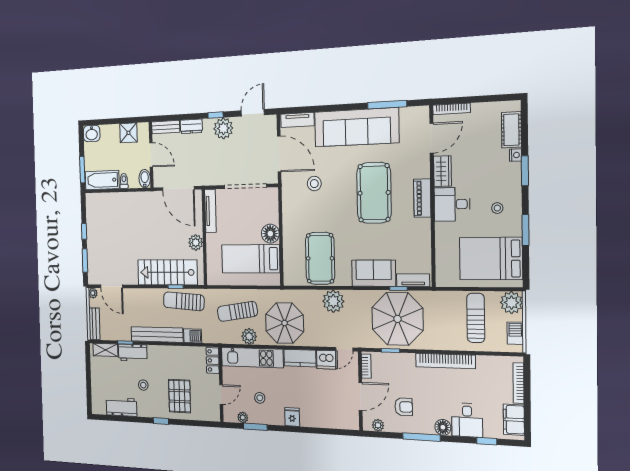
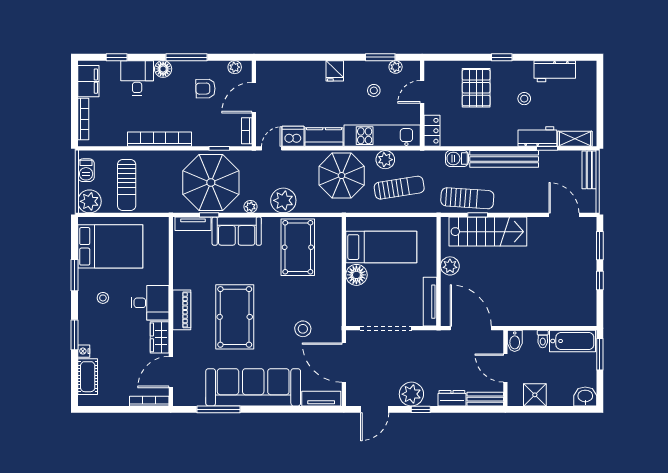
plant: (93, 293) -> (251, 207), moved

